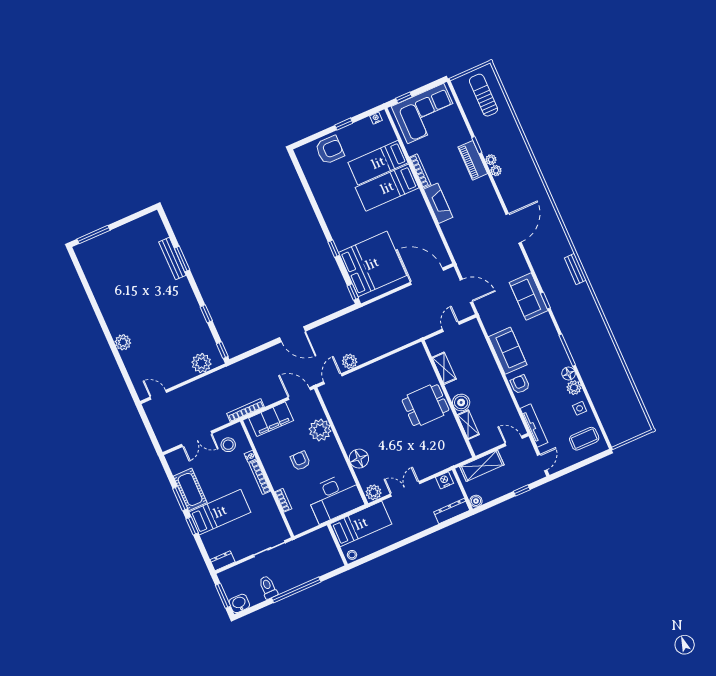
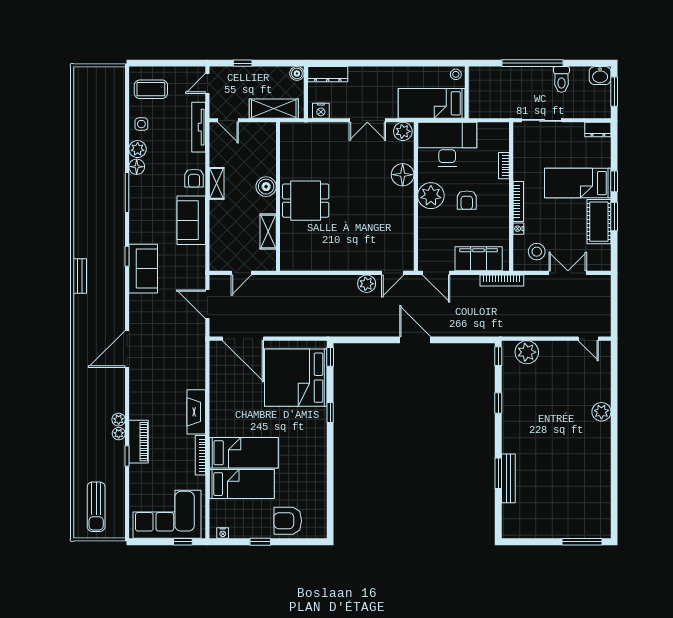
shelving: (468, 425) -> (217, 183), moved
plant: (320, 430) -> (431, 196), moved

